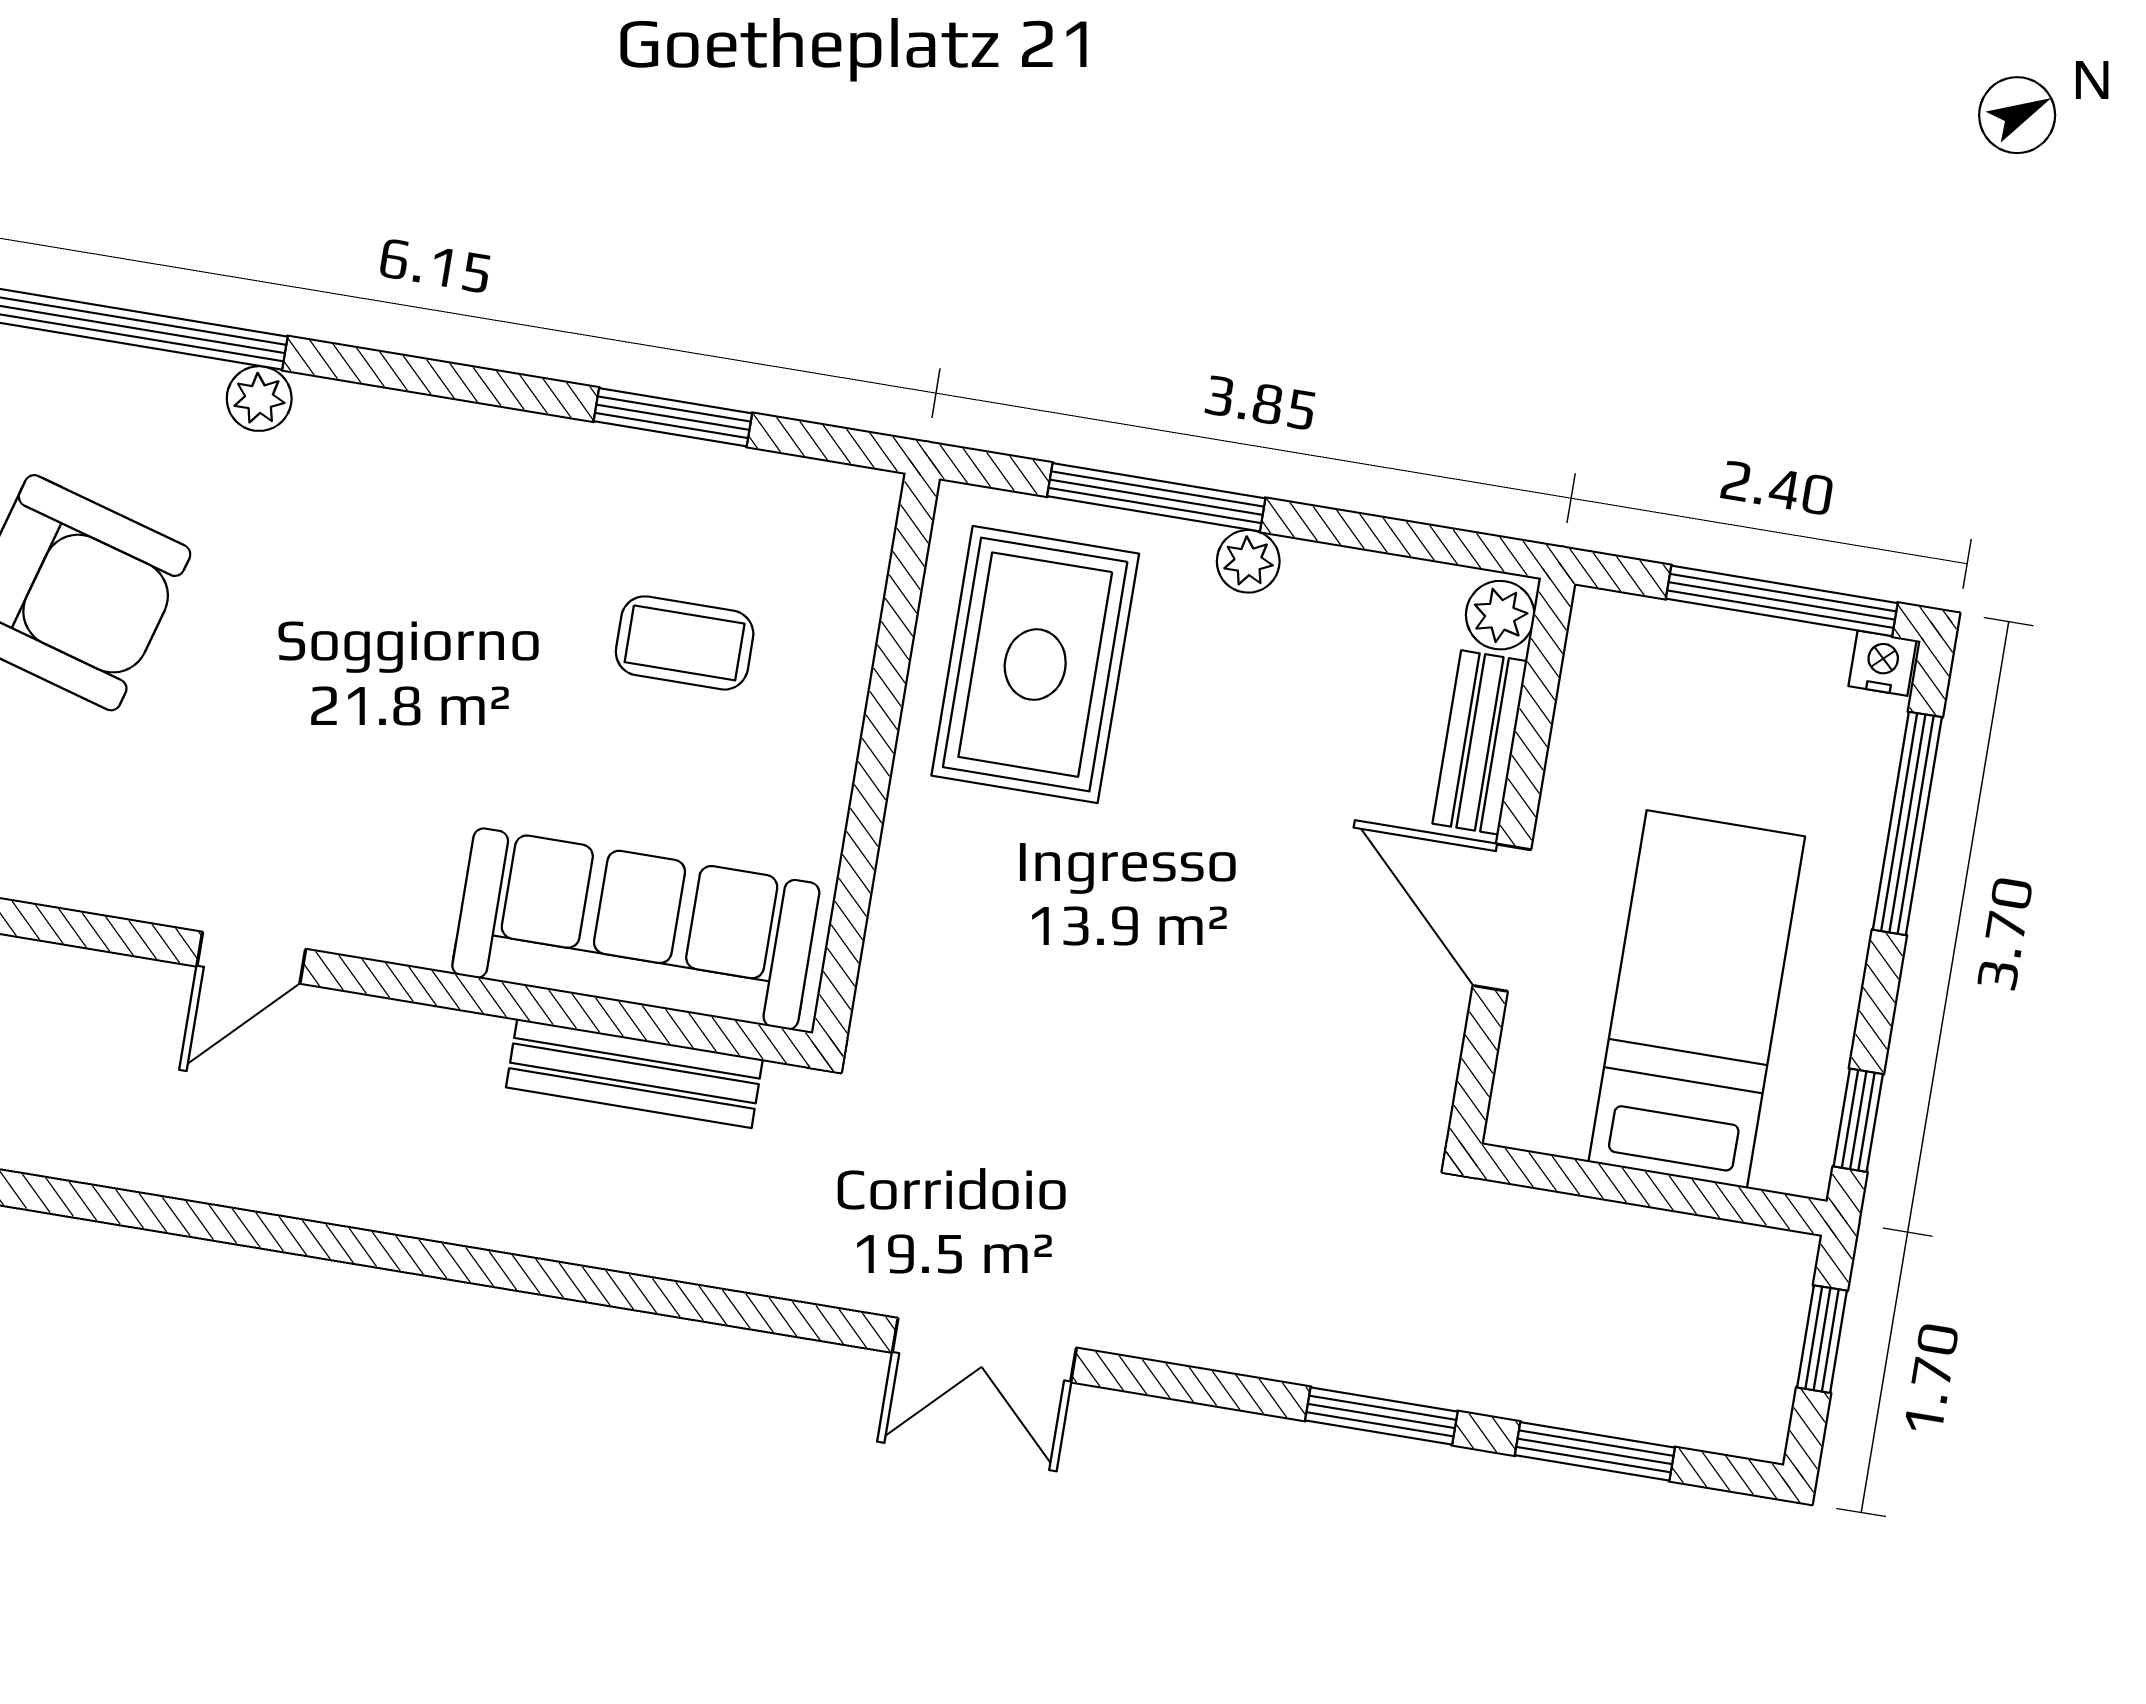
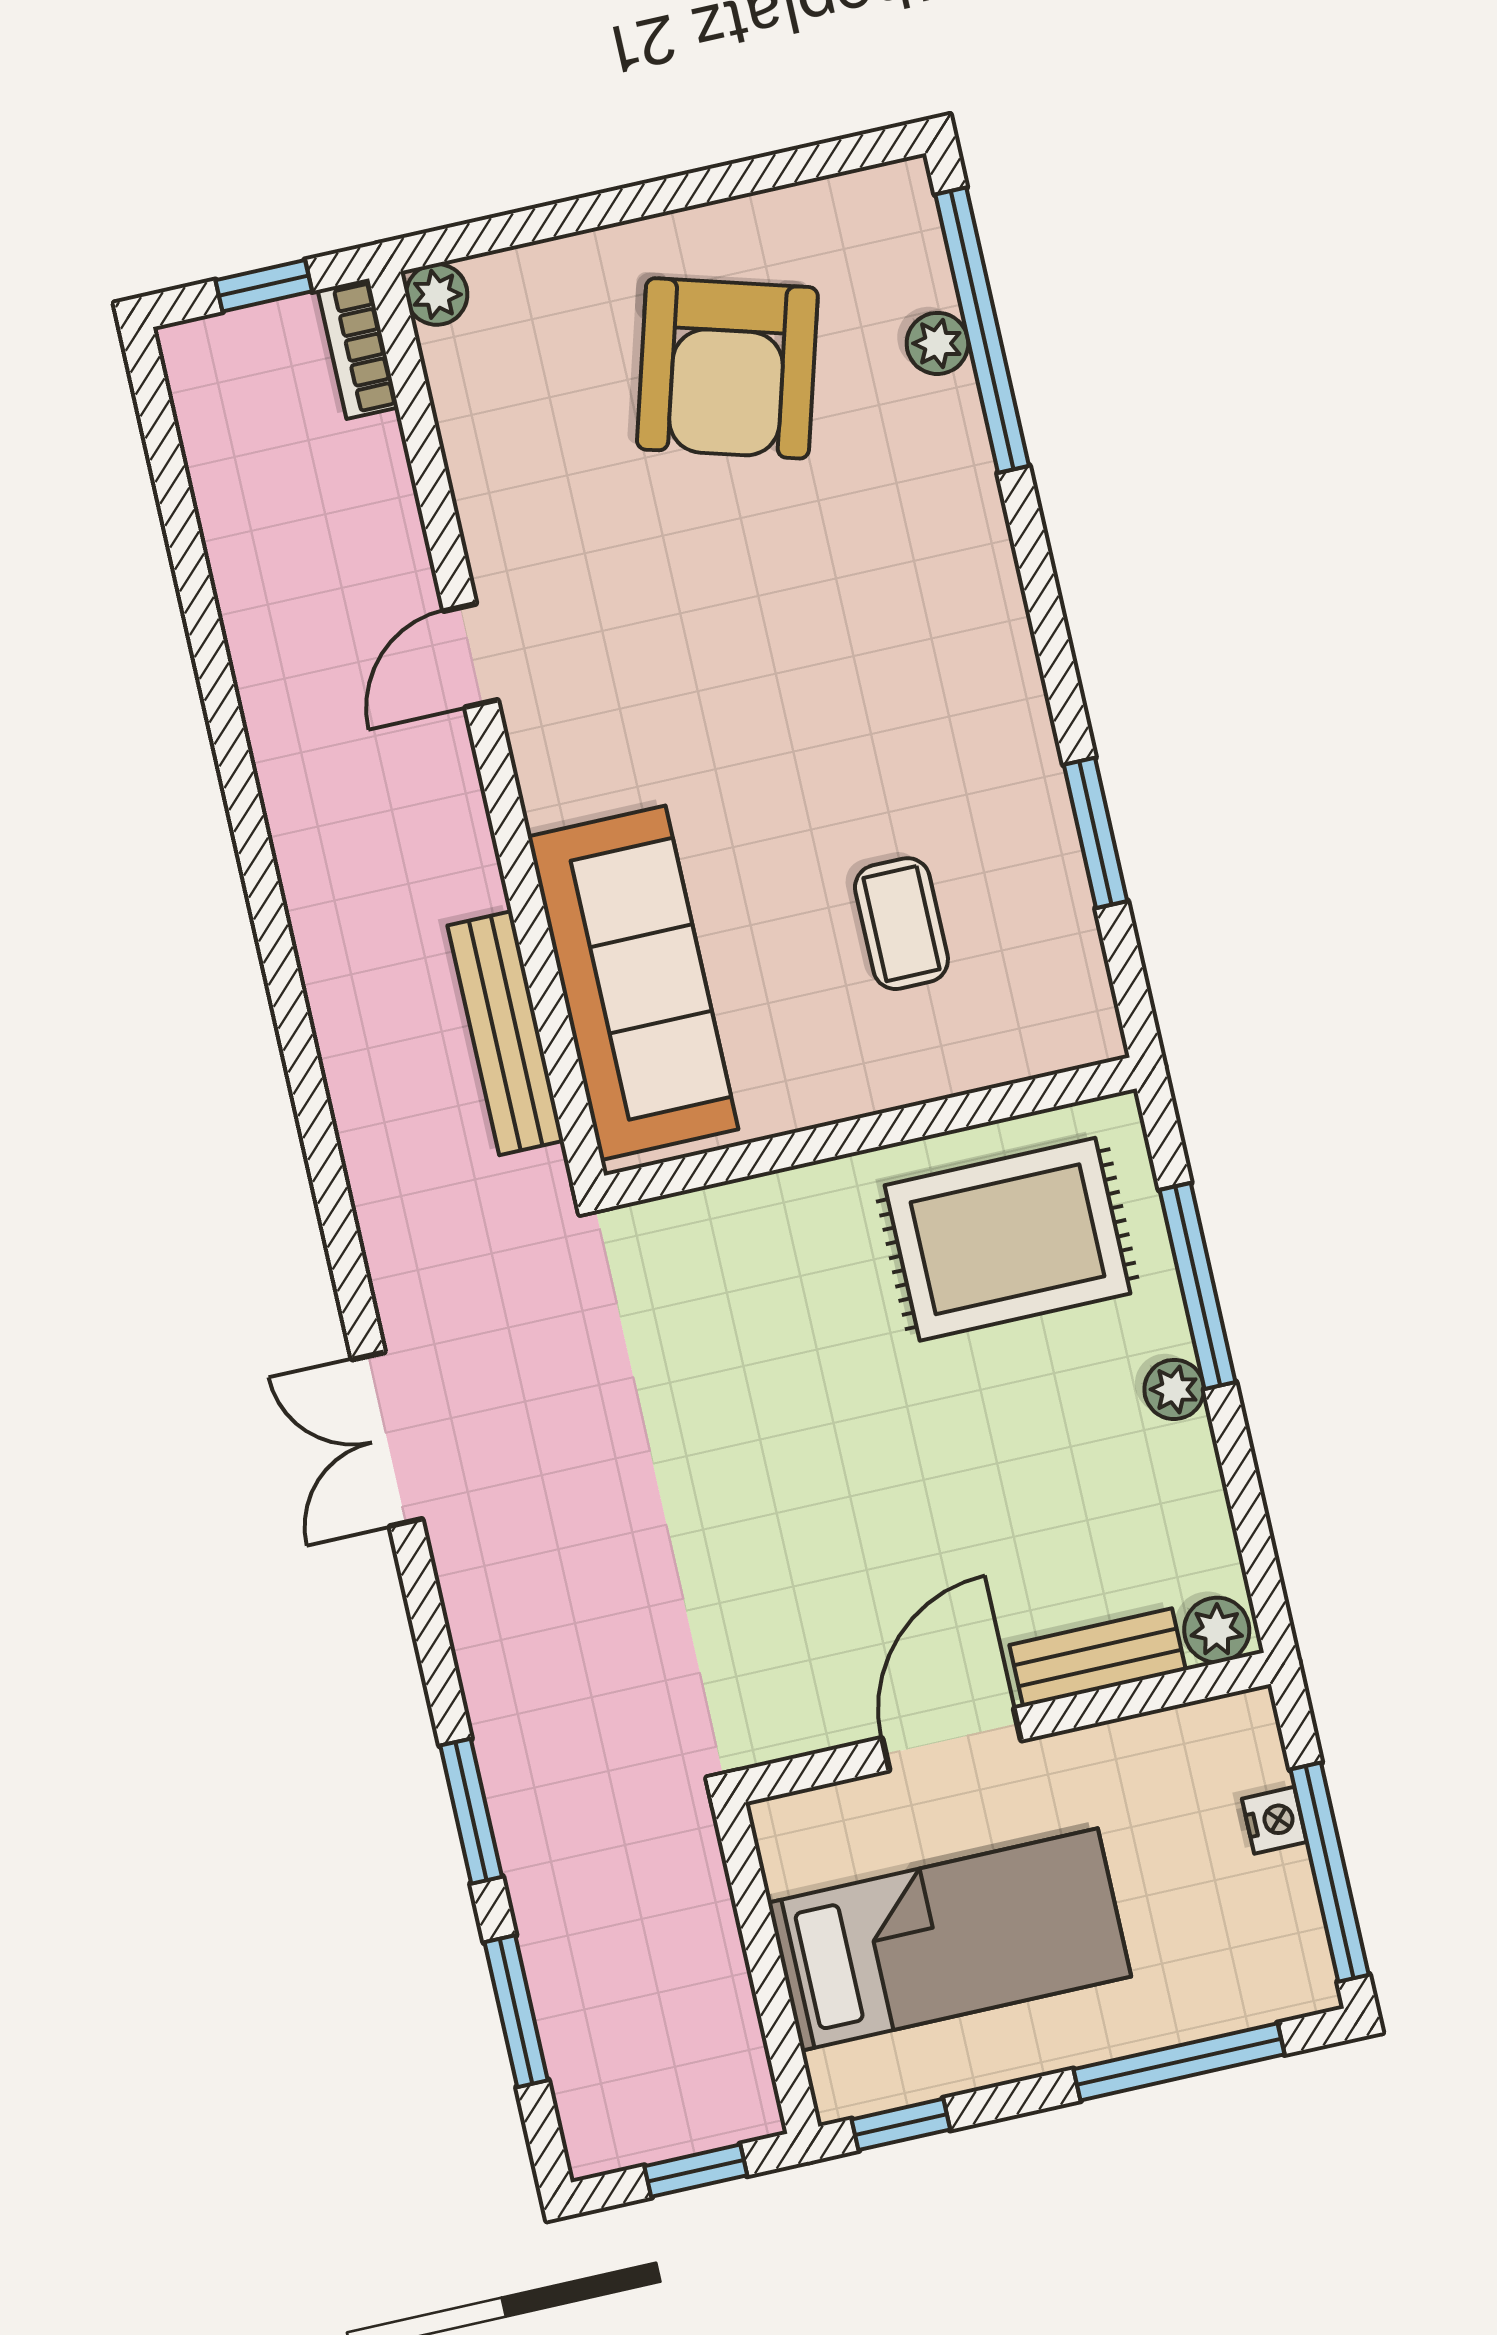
plant: (259, 399) -> (937, 343), moved
nightstand: (1882, 663) -> (1274, 1820), moved
door: (251, 958) -> (471, 655), hinge flipped

